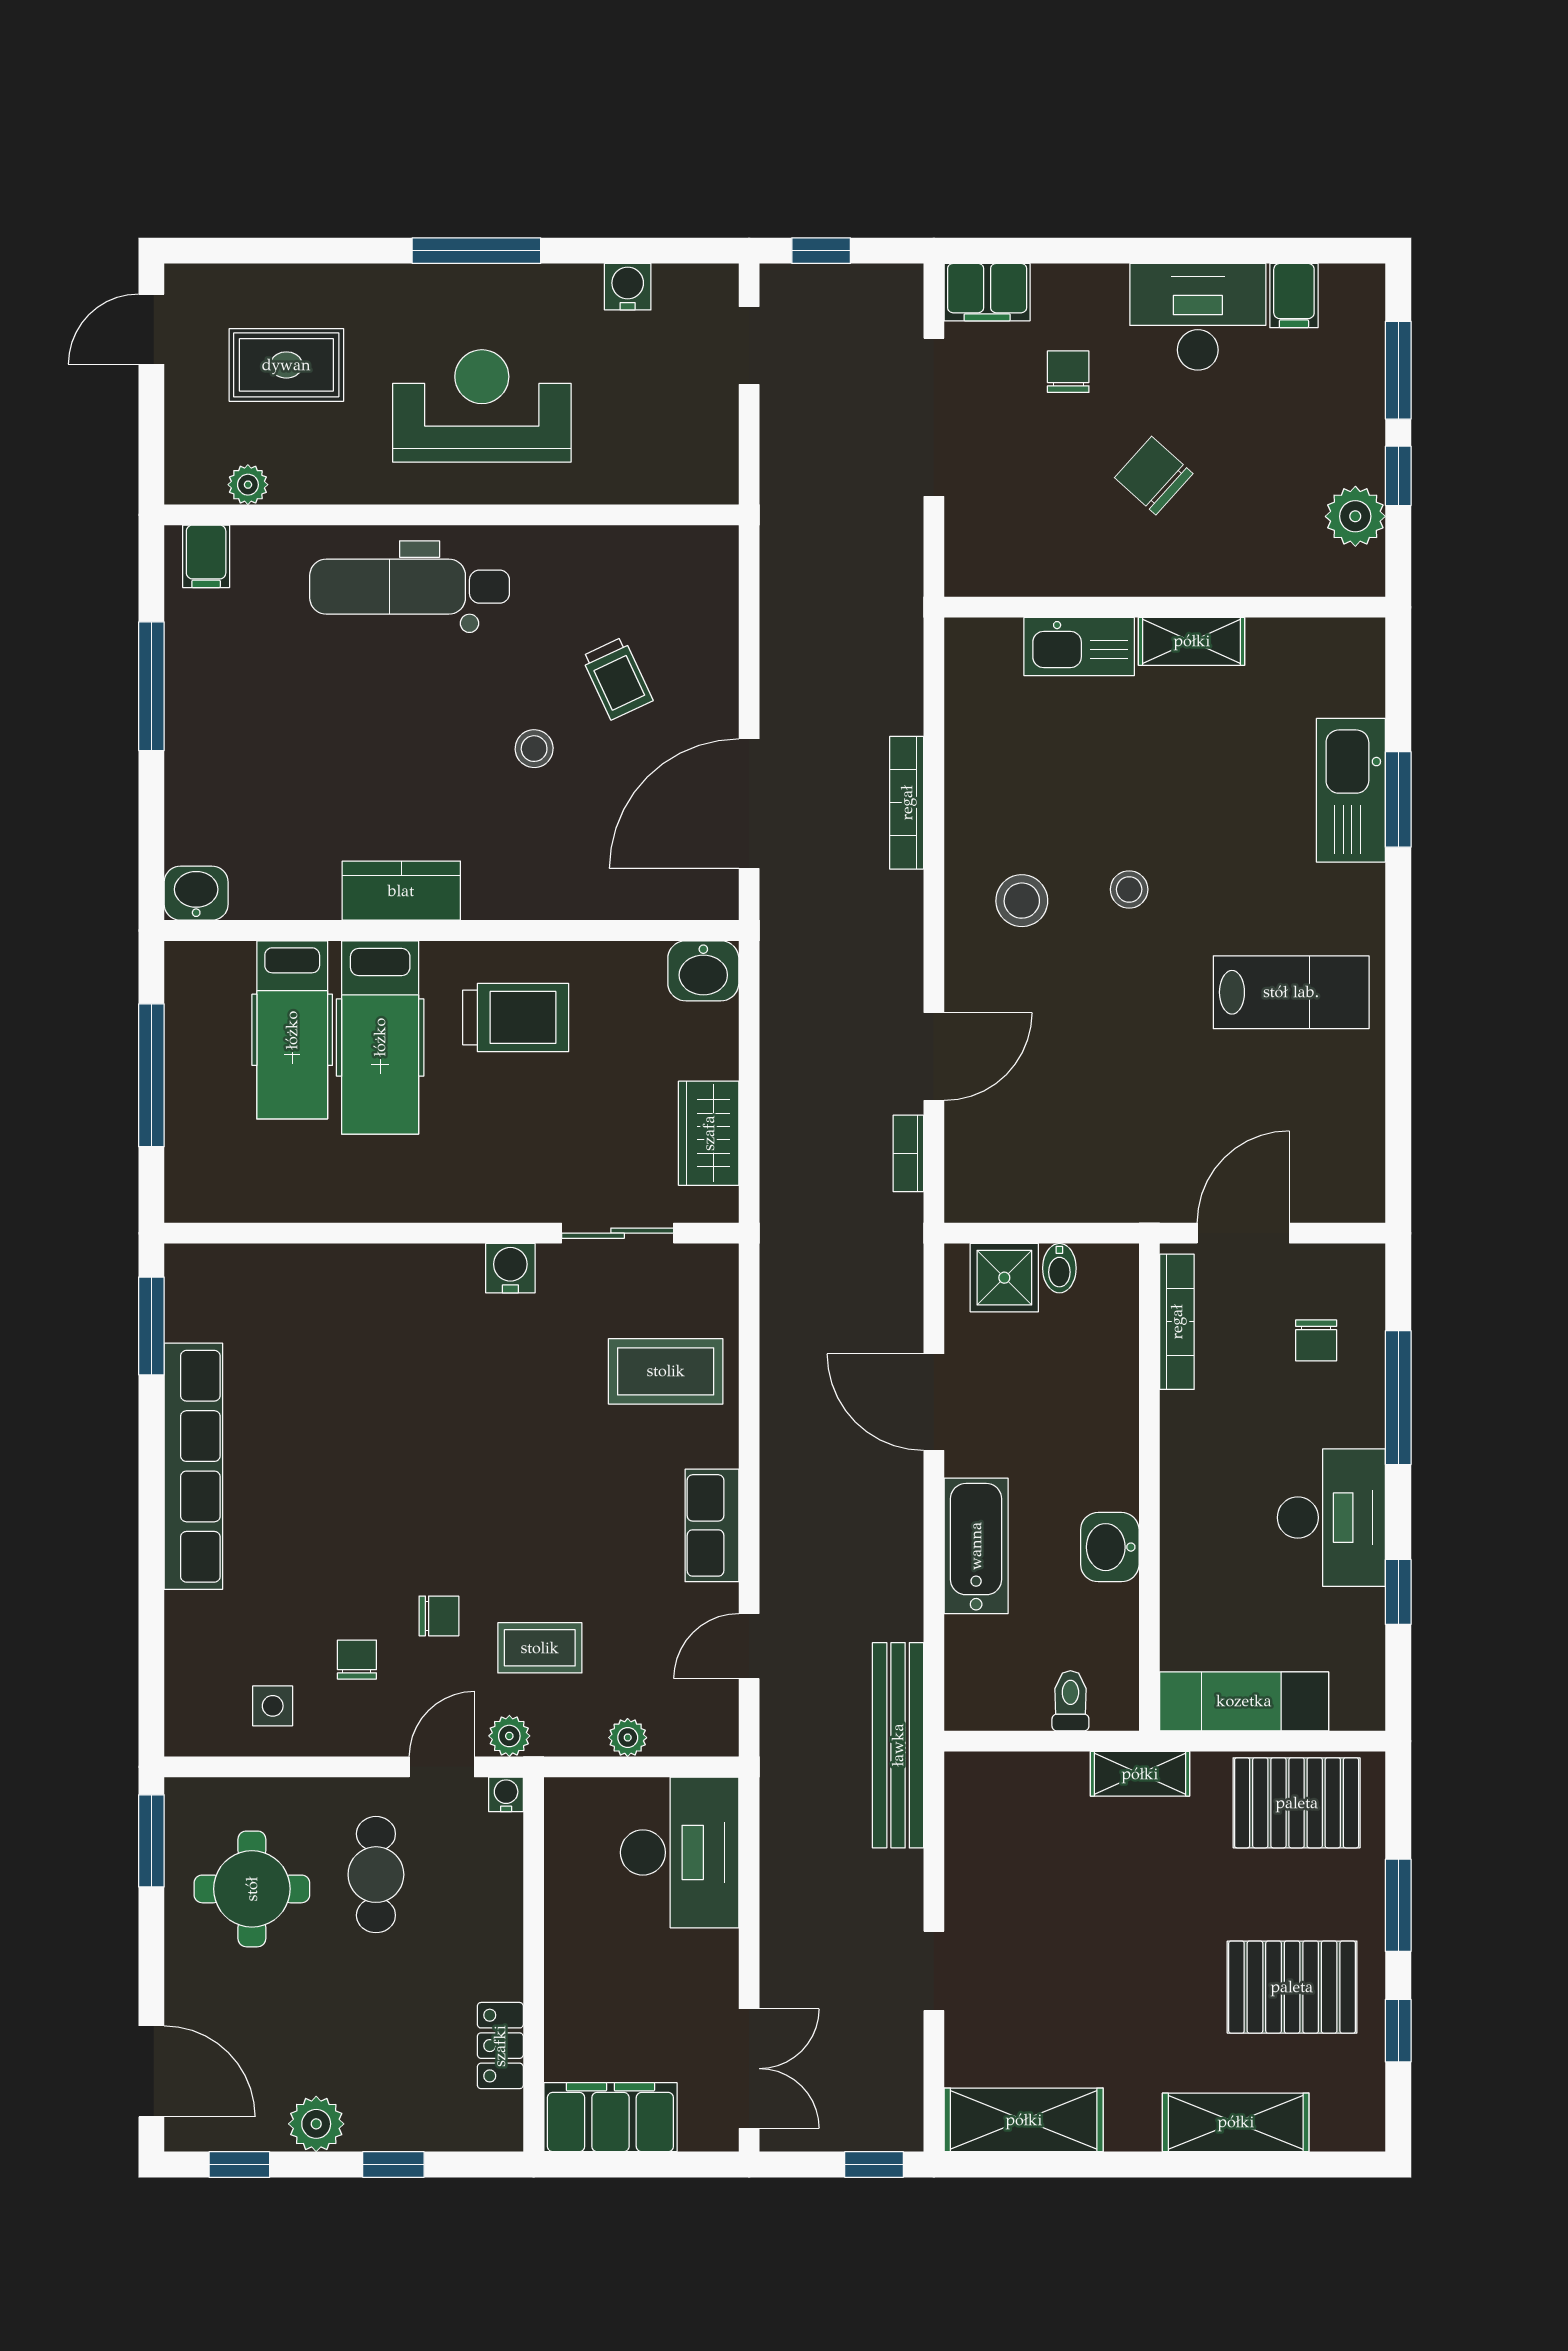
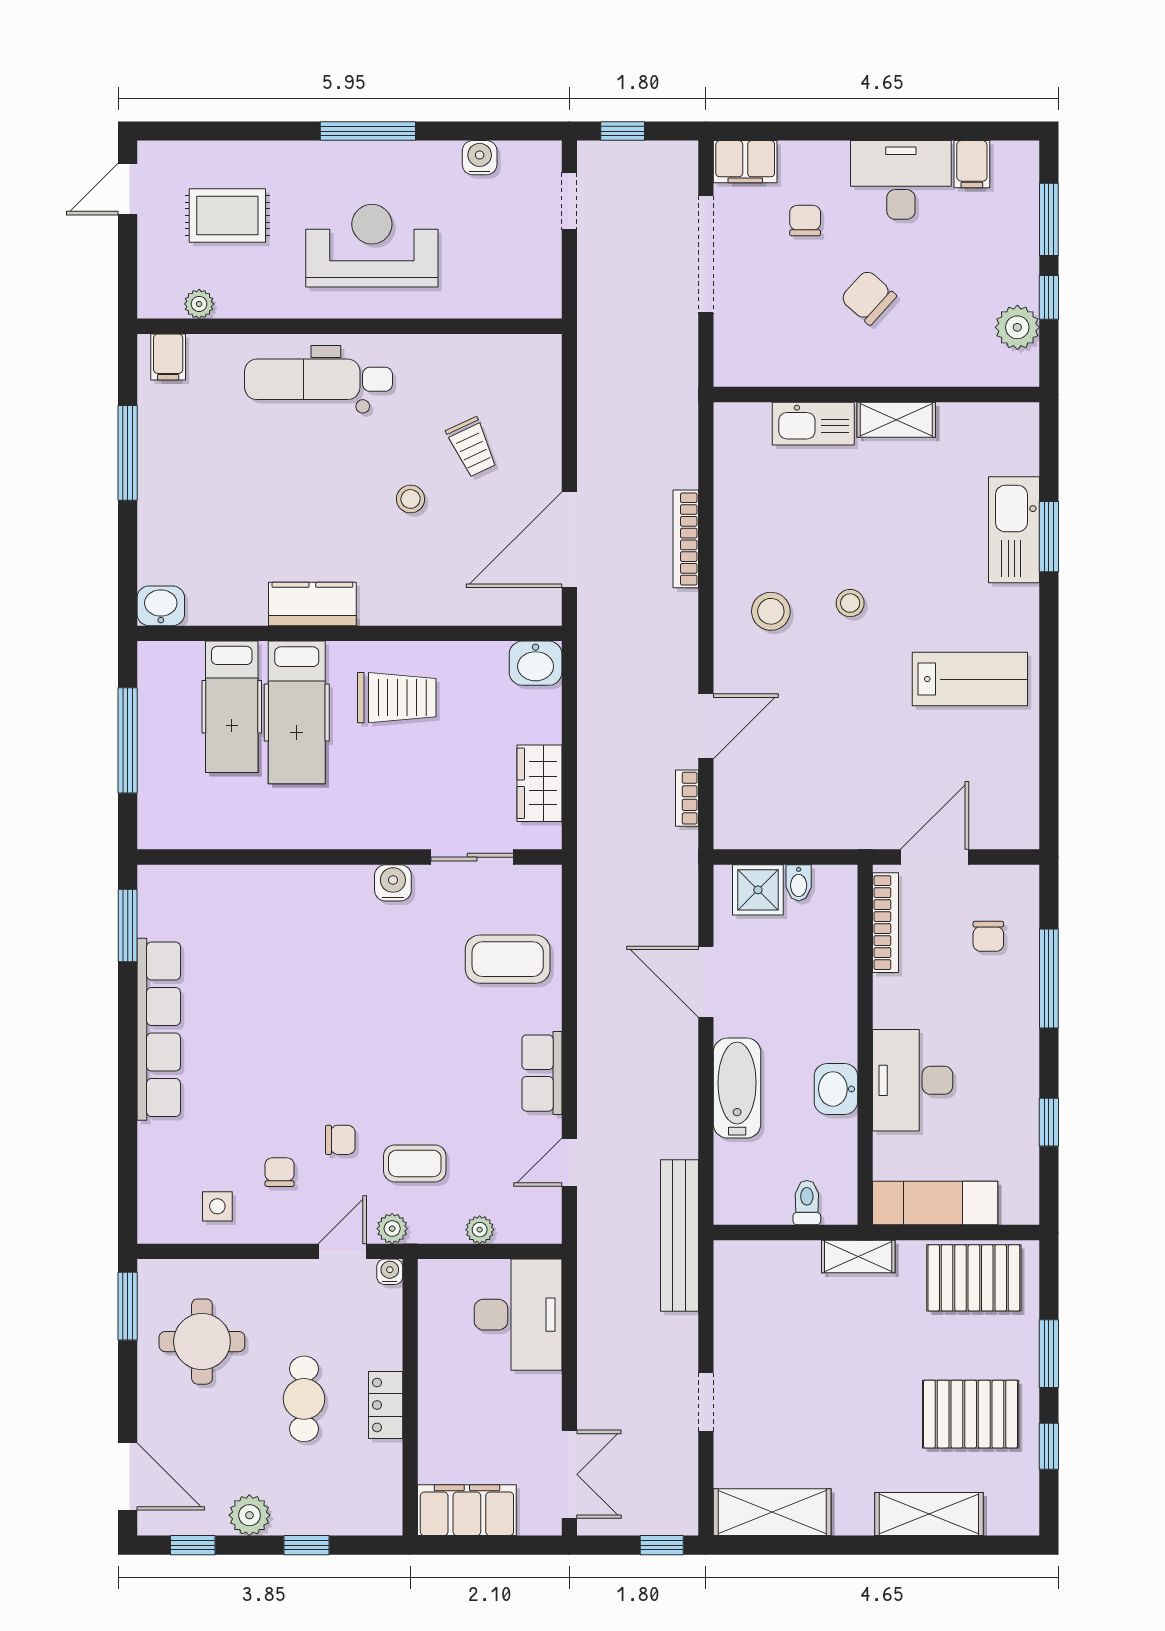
desk: (1331, 1518) -> (913, 1080), moved, turned 180
cafe table: (376, 1875) -> (304, 1399), moved
locker: (500, 2046) -> (386, 1405), moved

